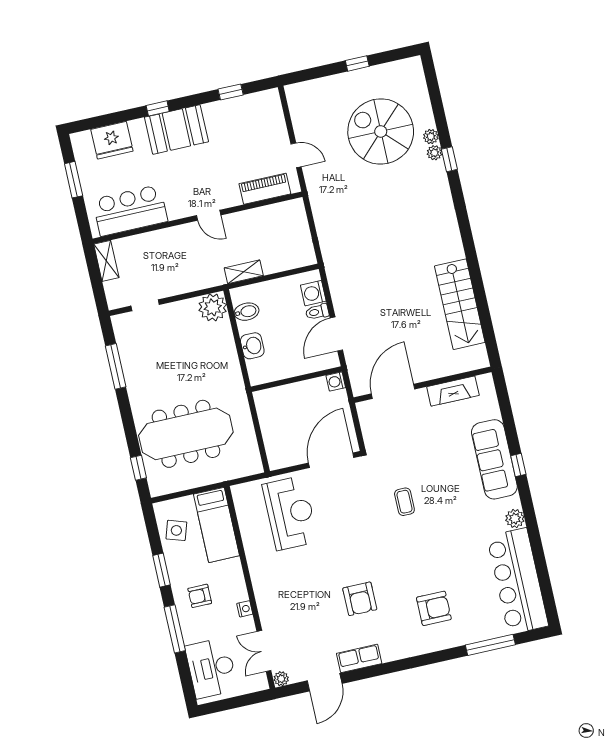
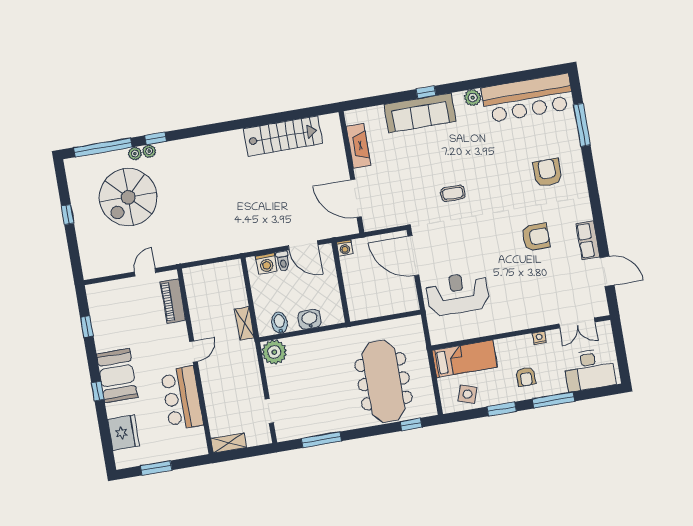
window: (436, 100) -> (103, 147), added
bar counter: (130, 210) -> (182, 398), moved
plant: (281, 679) -> (602, 309), removed

